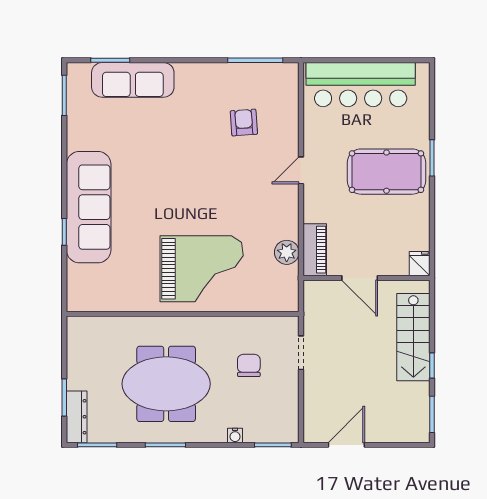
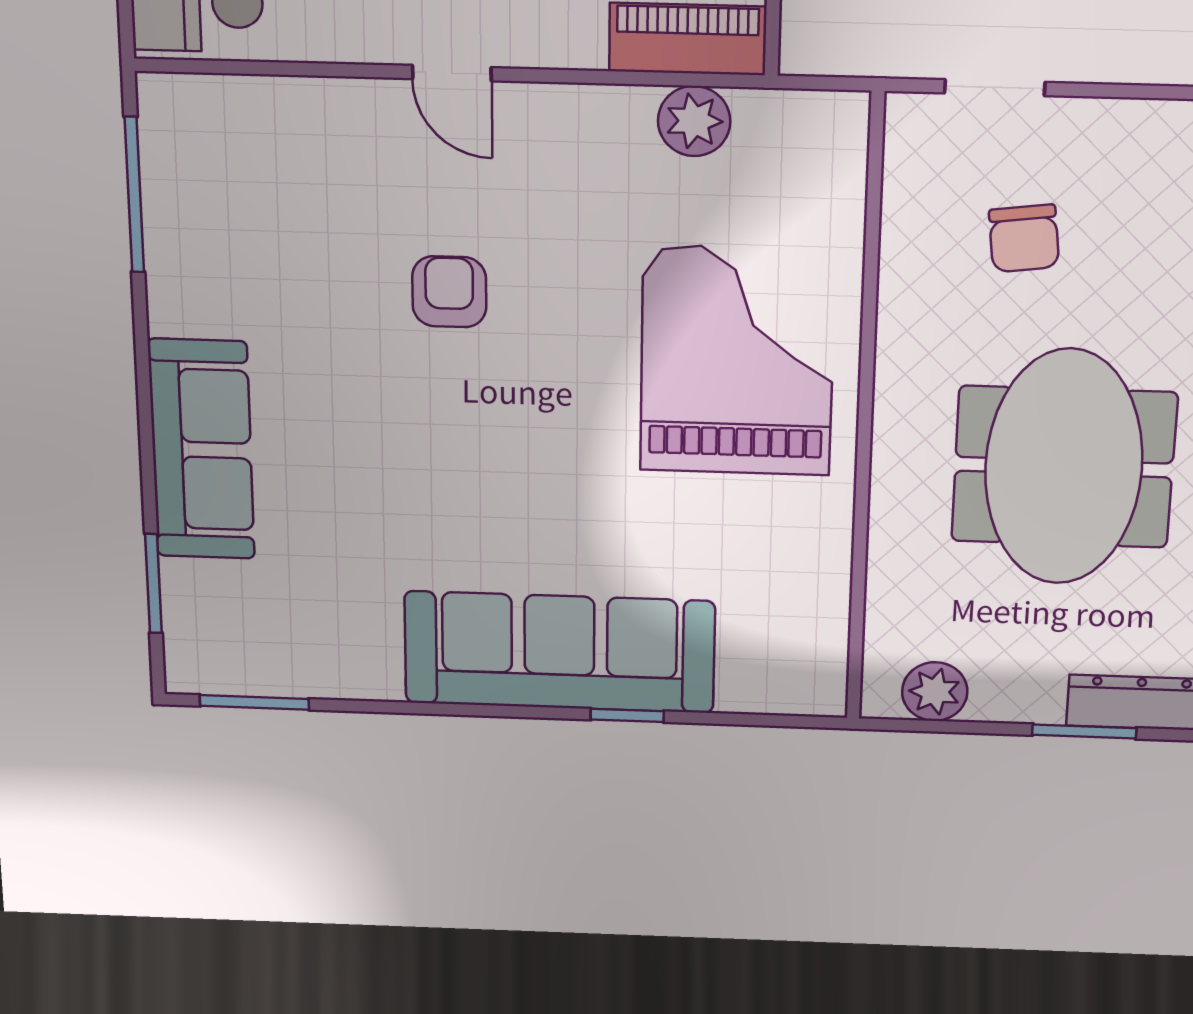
sofa: (133, 80) -> (202, 450), moved
armchair: (244, 123) -> (449, 292), moved, turned 94
plant: (78, 343) -> (935, 692), added
chair: (249, 365) -> (1024, 238), turned -97

